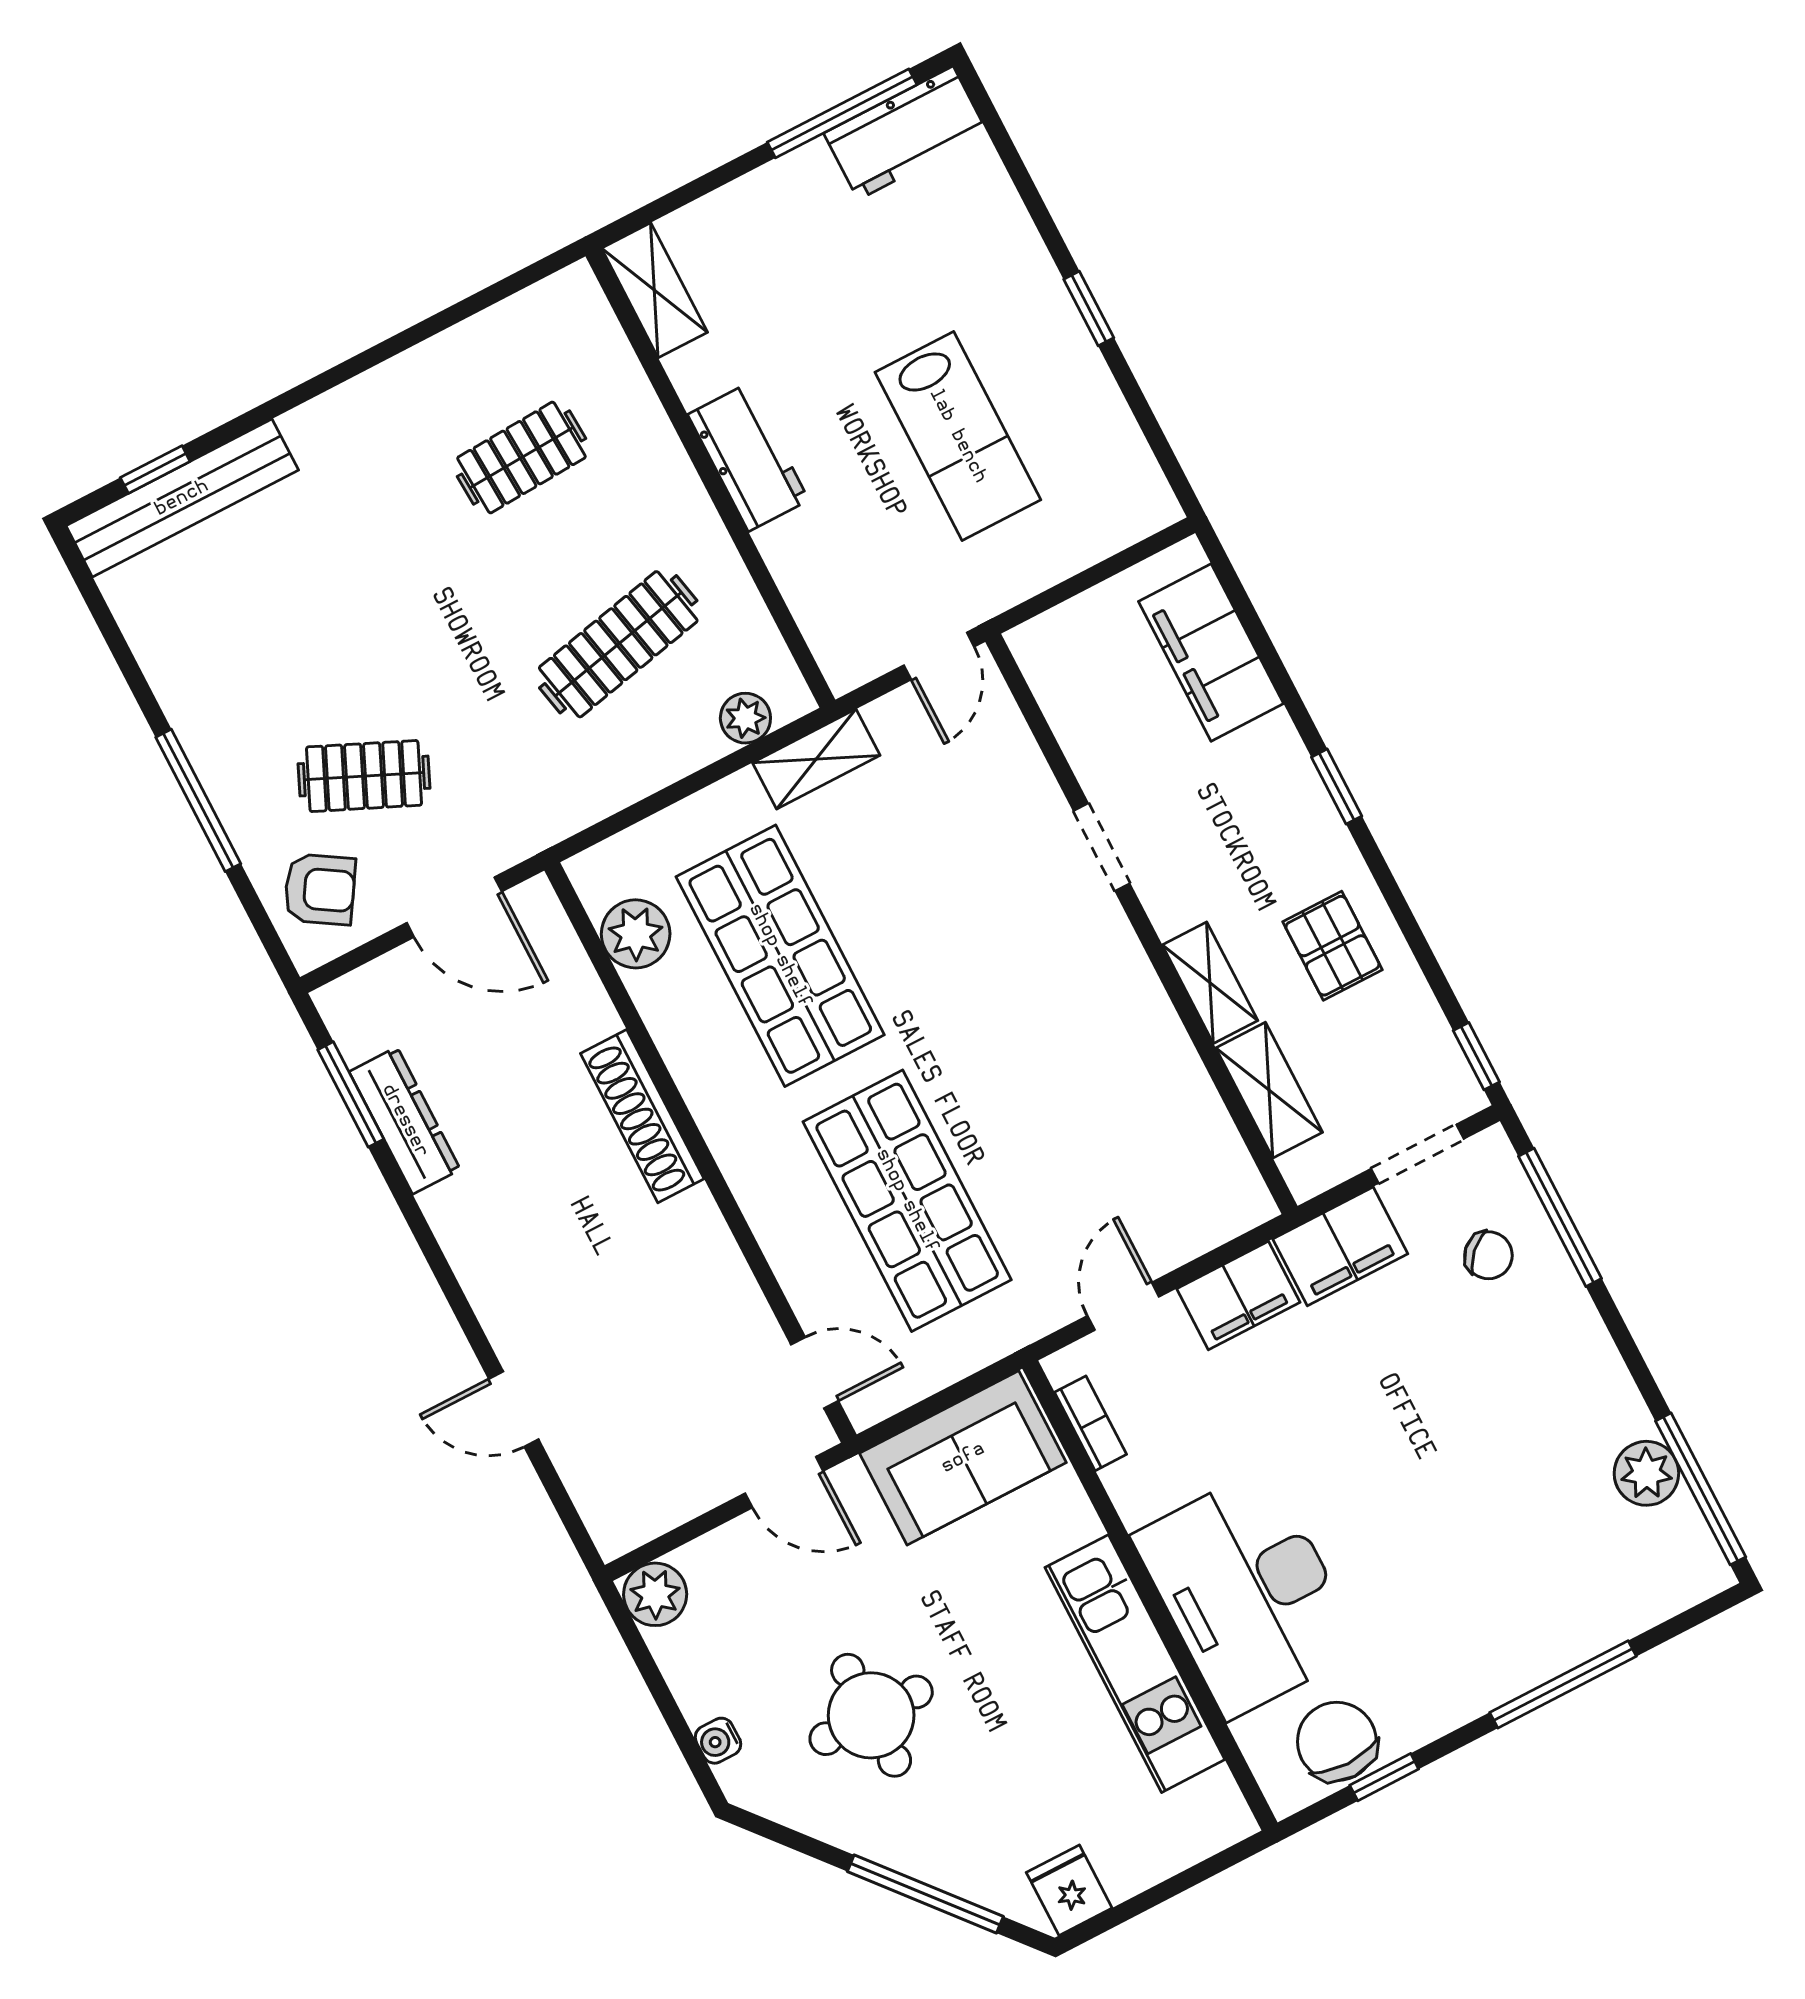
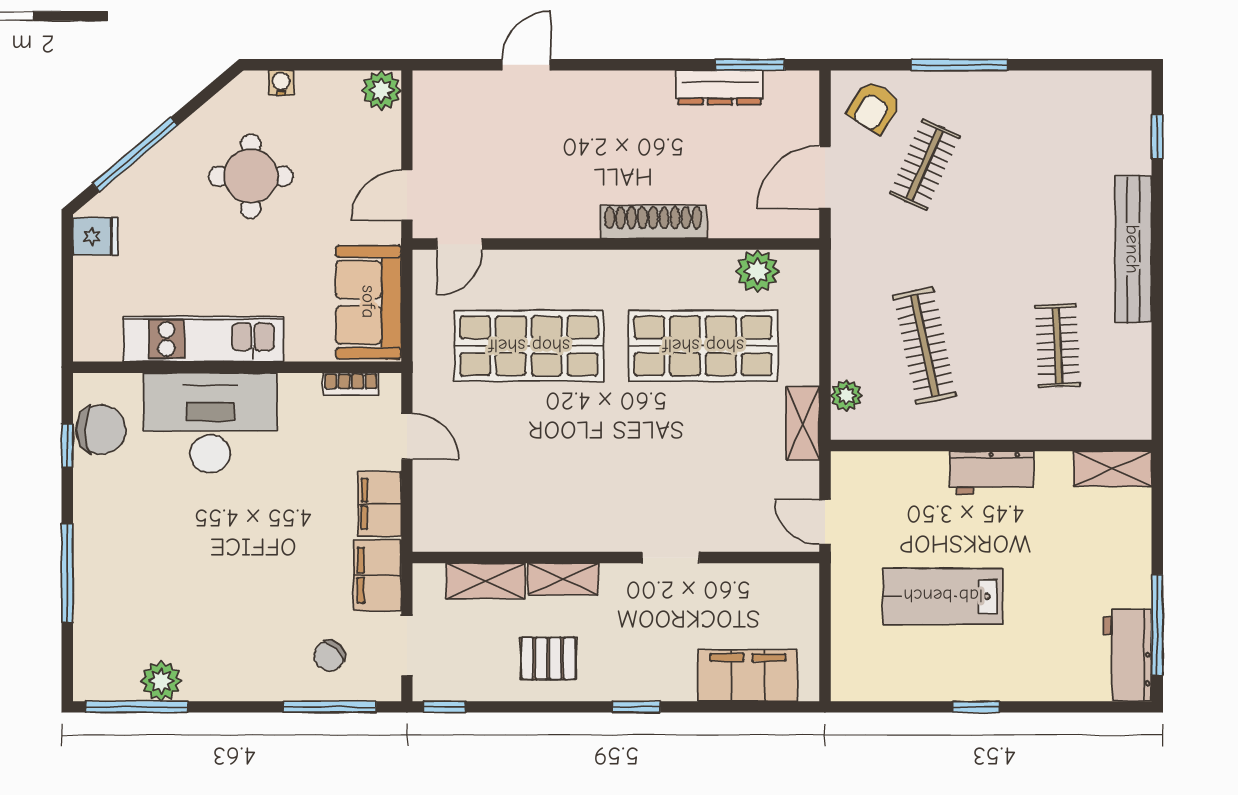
bench: (182, 498) -> (1133, 249), moved

